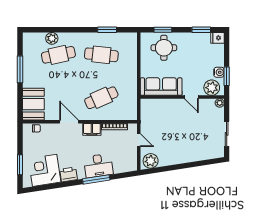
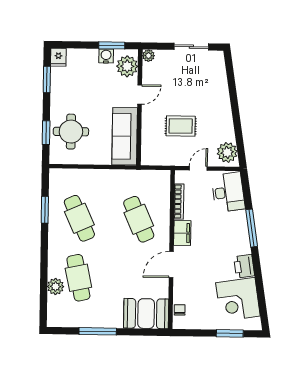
cafe table: (101, 55) -> (79, 218), turned -30
rug: (169, 127) -> (181, 126), added
desk: (98, 166) -> (228, 192), moved

